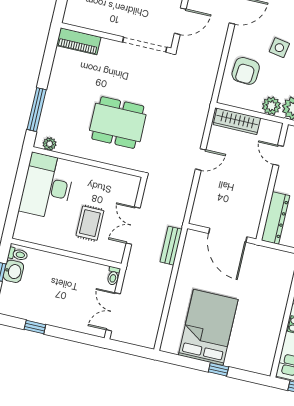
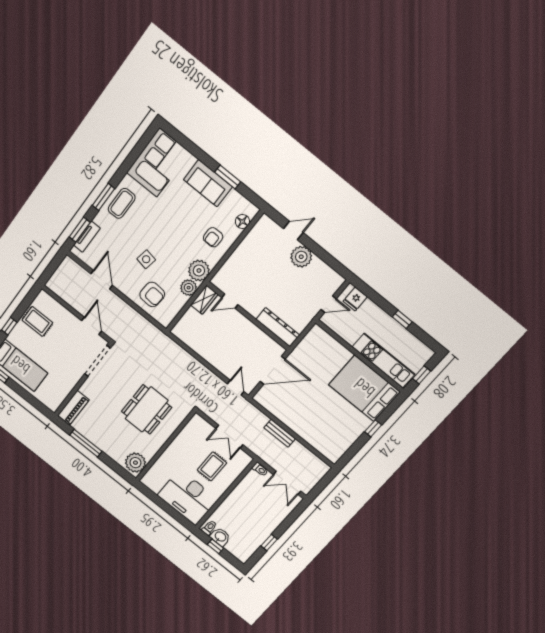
window: (37, 110) -> (86, 443), moved
wardrobe: (237, 121) -> (204, 300), moved, width x0.67
plant: (50, 144) -> (135, 463), width x1.88, depth x1.88
door: (201, 159) -> (236, 388), moved
desk: (47, 186) -> (188, 497), moved
rug: (90, 223) -> (212, 466), turned 90
bench: (171, 246) -> (280, 433), moved
bed: (208, 327) -> (364, 388), moved

